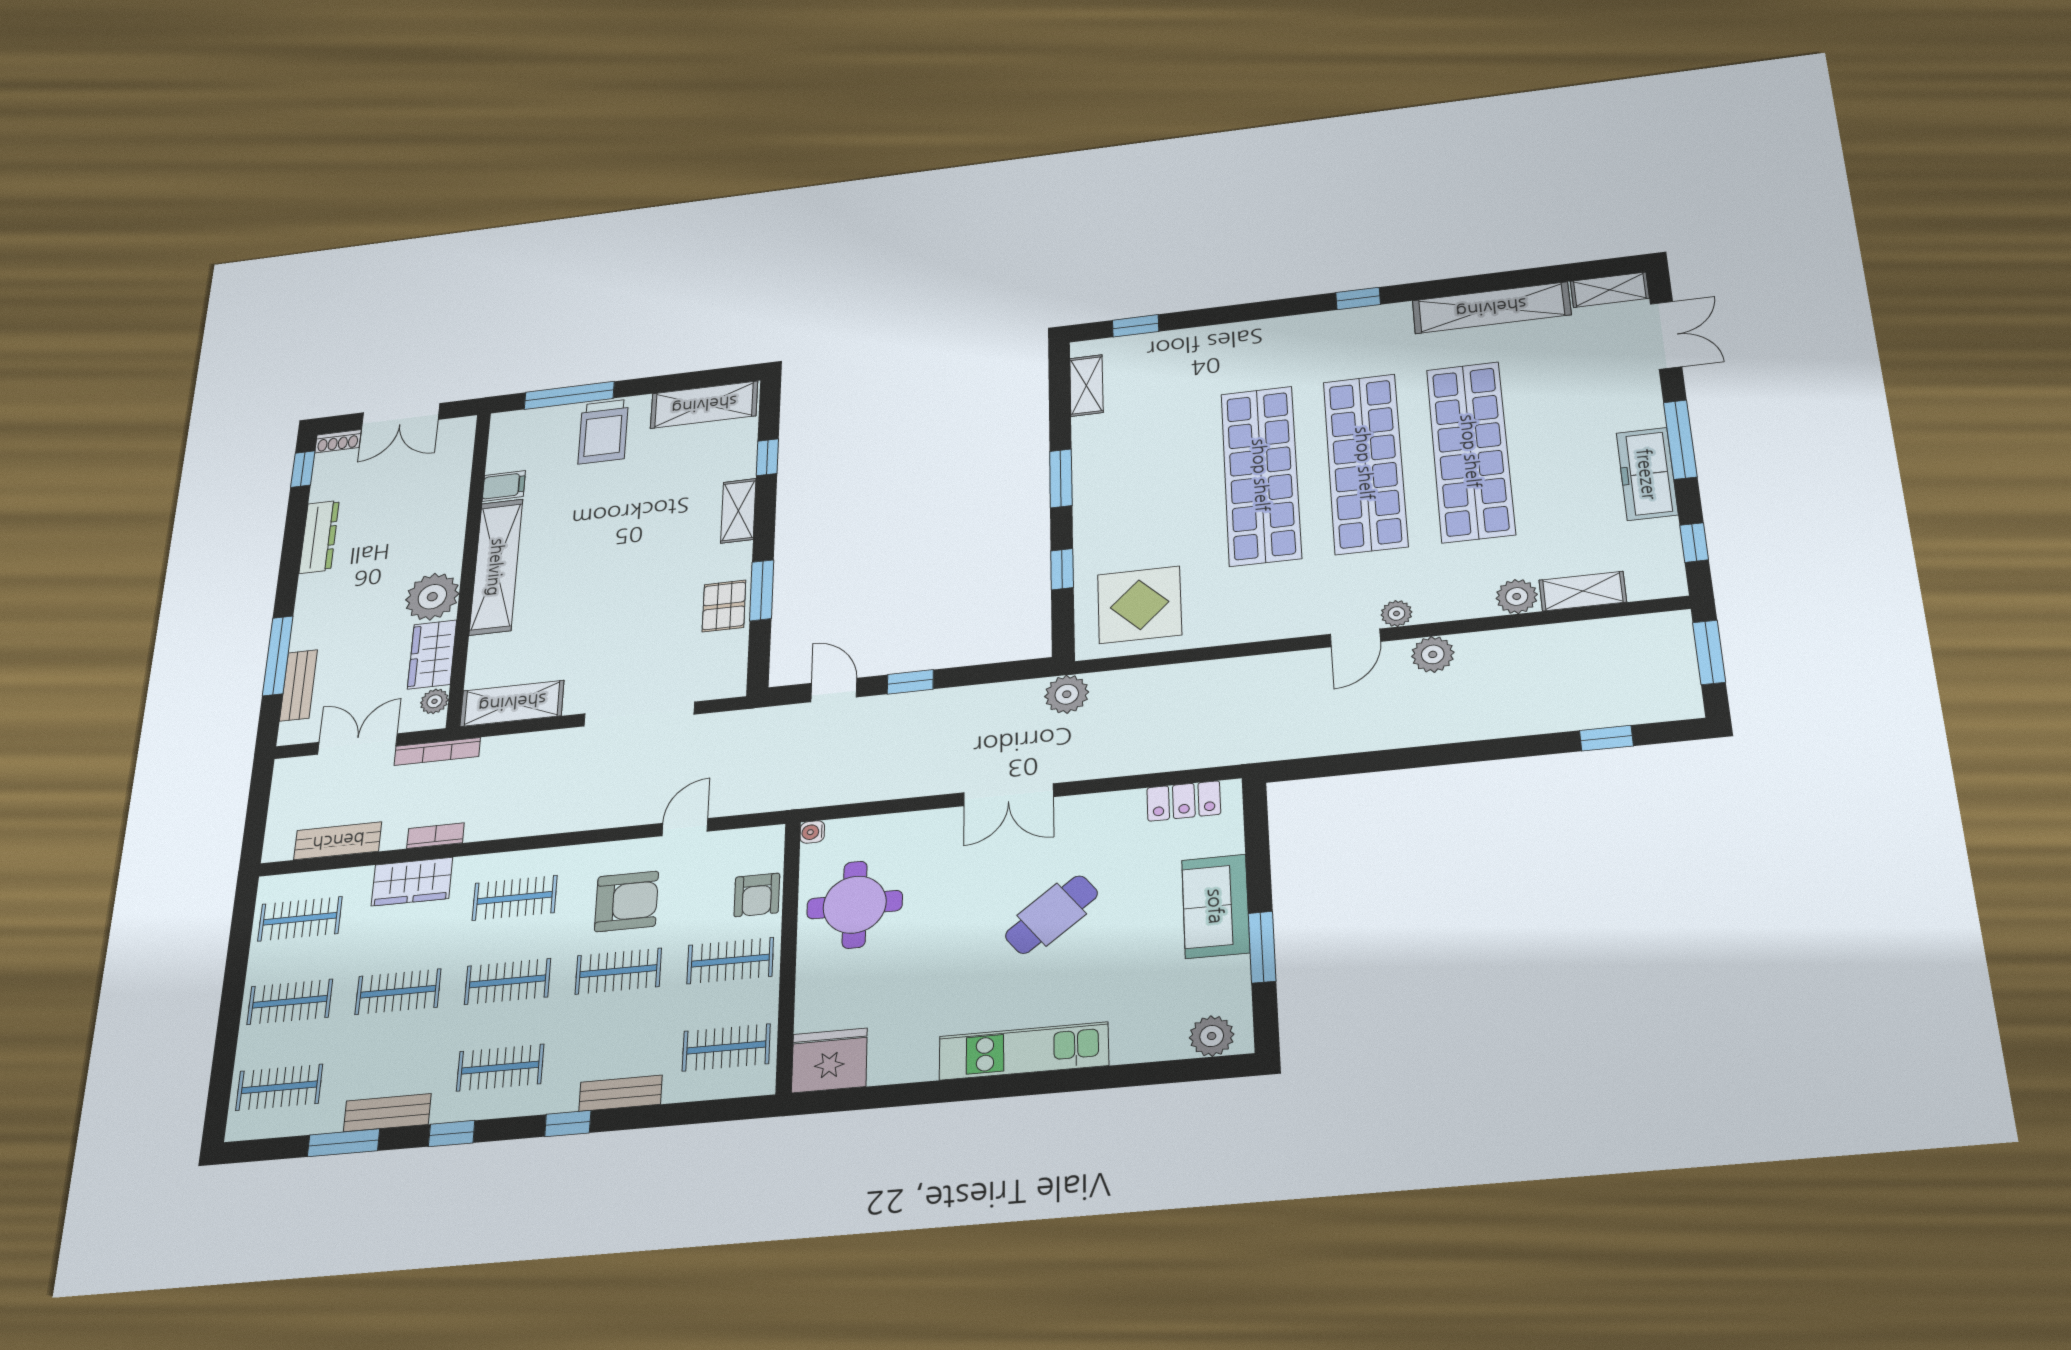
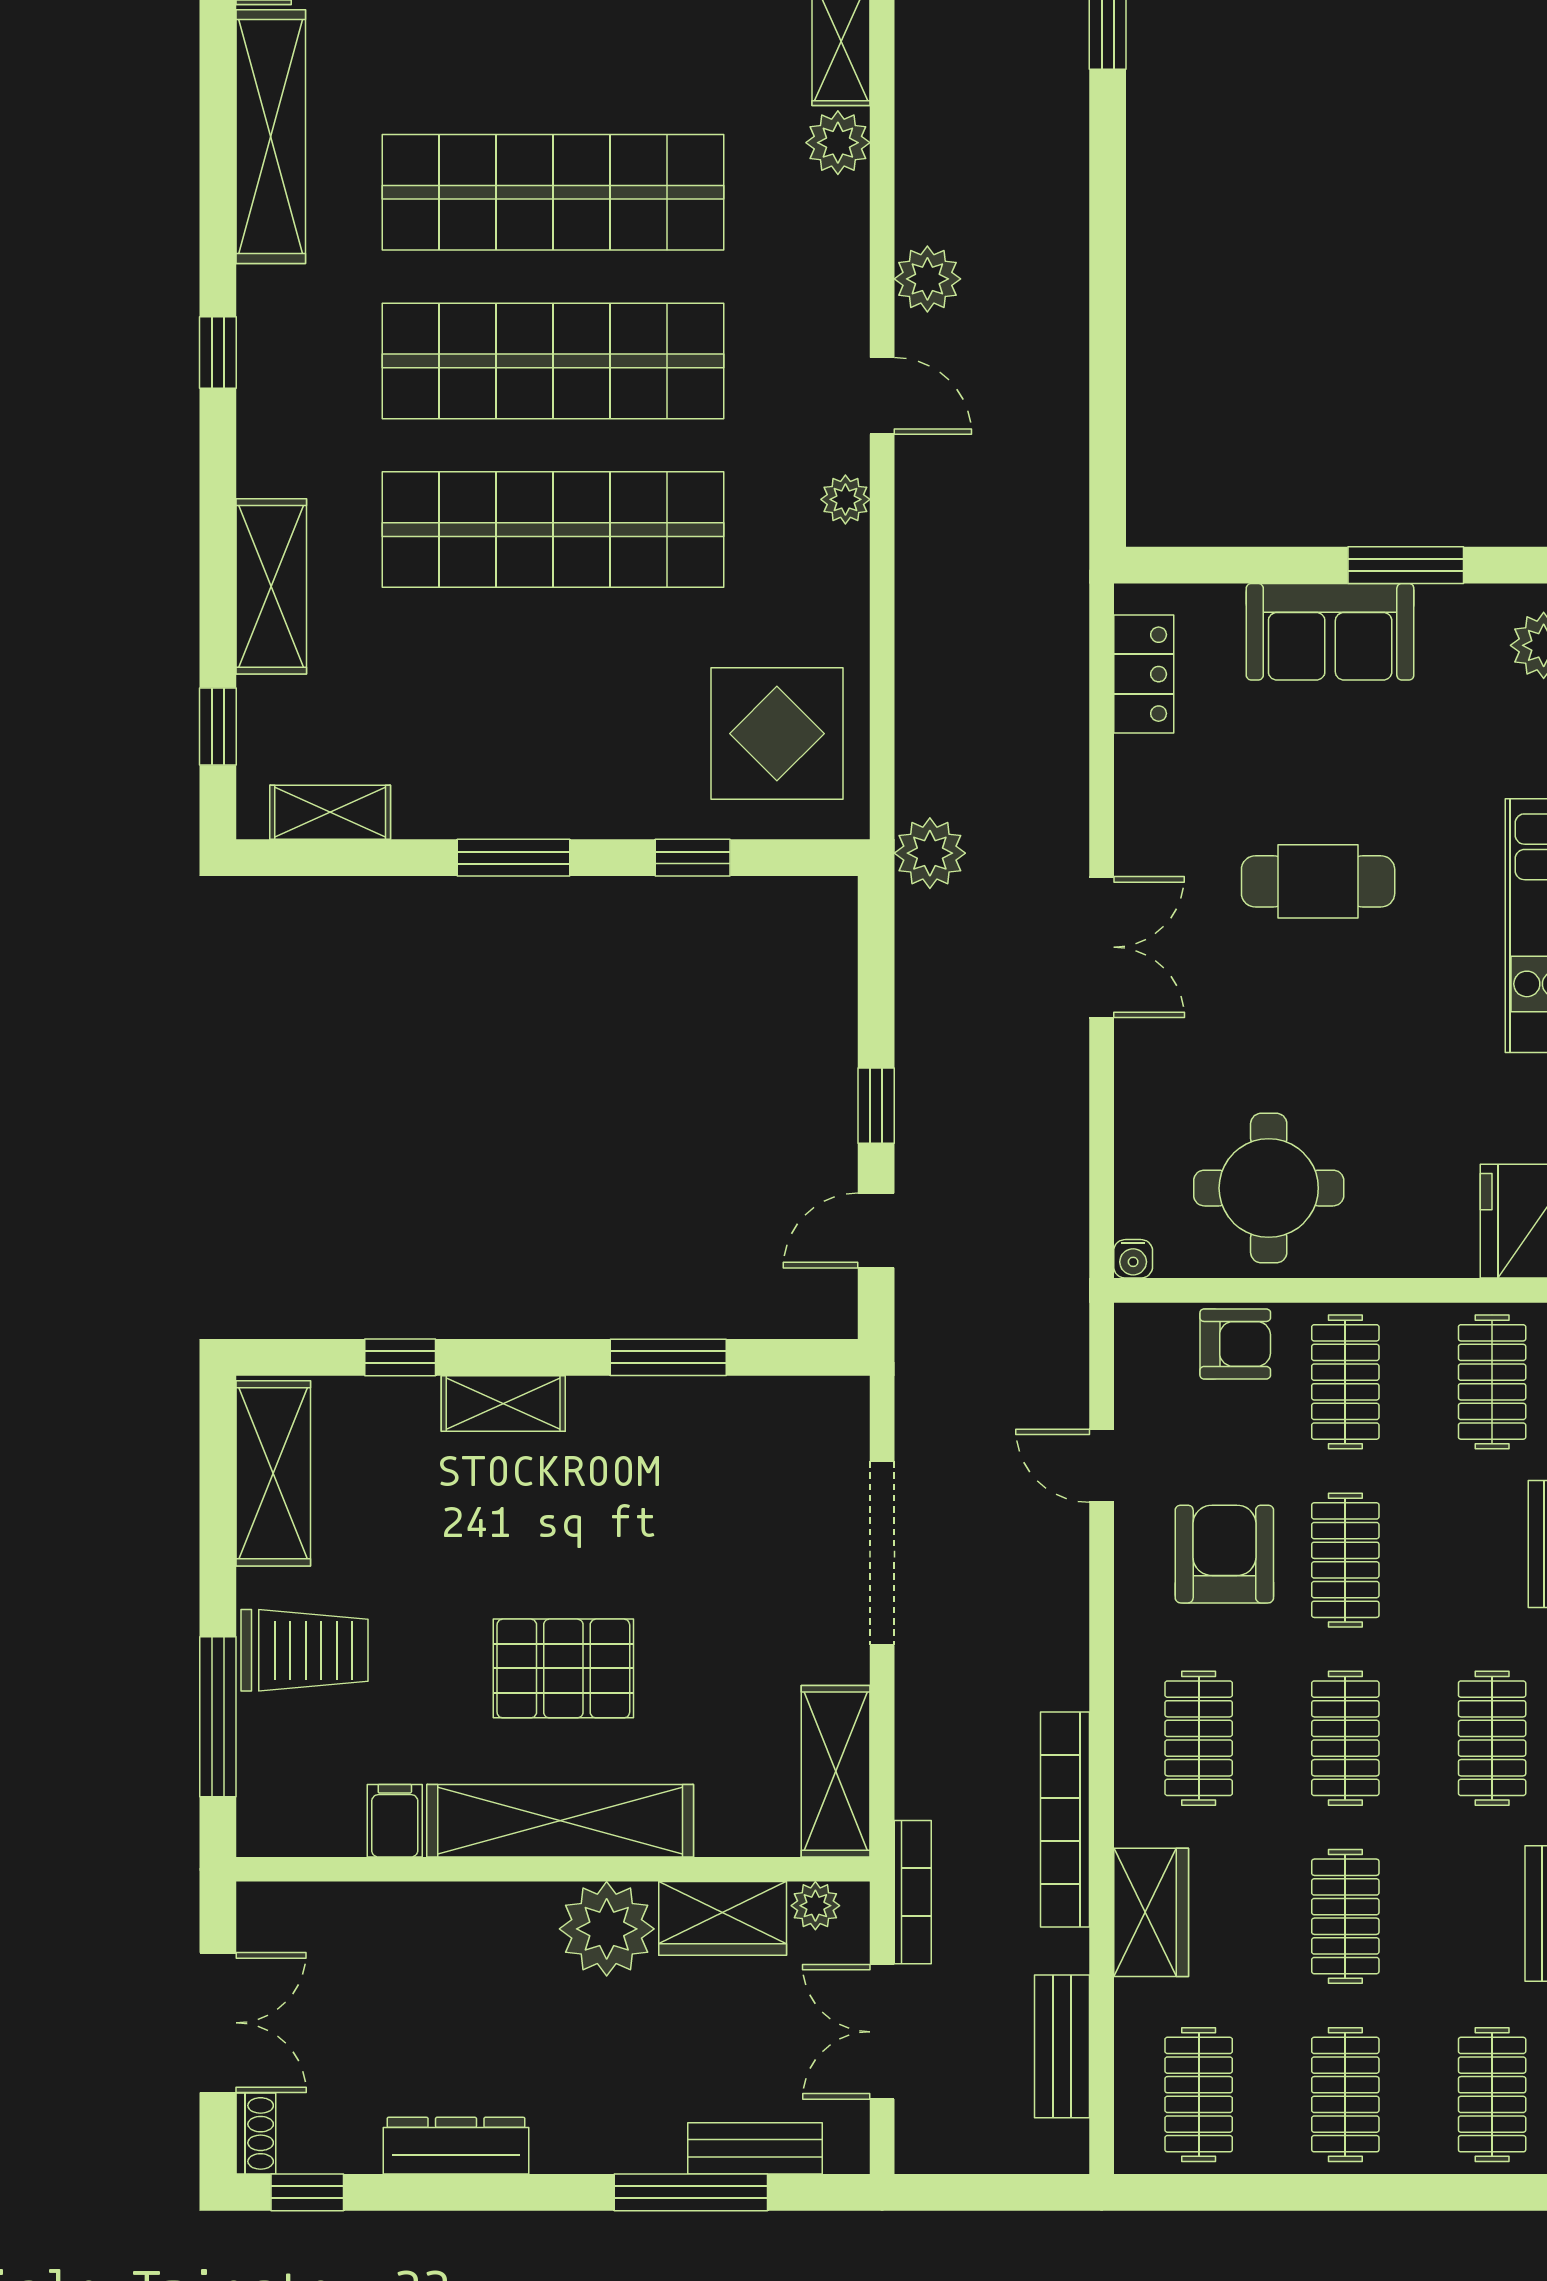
shelving: (1220, 341) -> (271, 586), added
pallet: (724, 606) -> (563, 1668), moved, width x1.50, depth x1.42
plant: (1396, 613) -> (845, 499), moved
bookcase: (435, 836) -> (1065, 1819), width x2.31, depth x1.31
cafe table: (1052, 915) -> (1318, 881), turned -52

